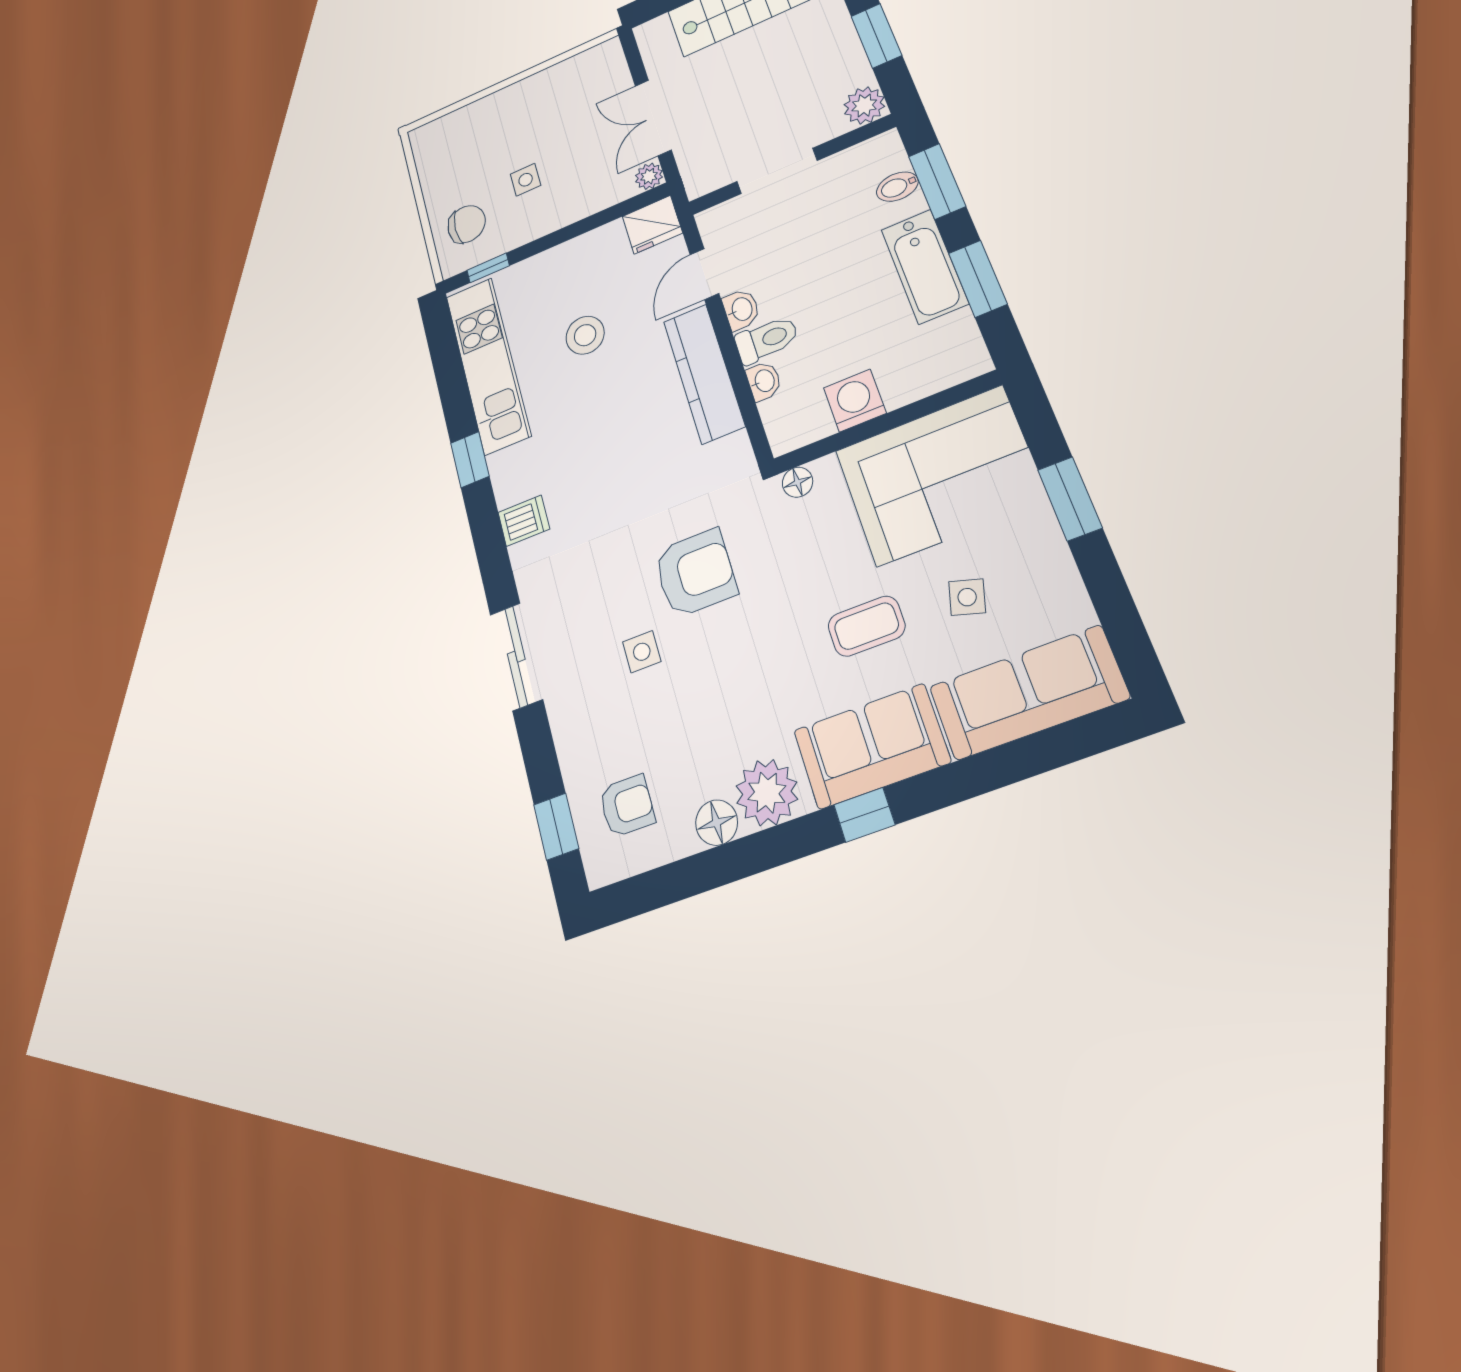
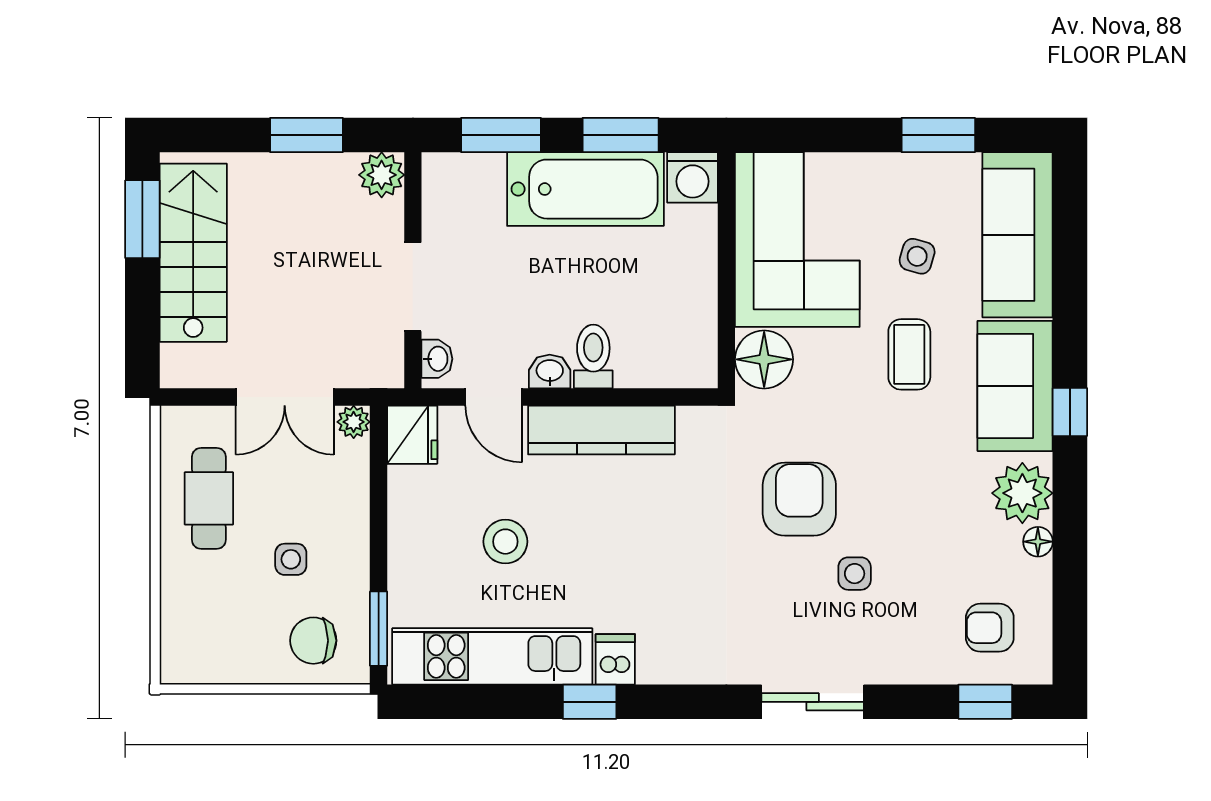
cafe table: (557, 101) -> (209, 498), added
bidet: (897, 187) -> (488, 175), removed
chair: (467, 224) -> (313, 641), turned -90
bathtub: (925, 266) -> (585, 189), width x1.36, depth x1.36
window: (488, 268) -> (379, 629), width x1.50
washbasin: (764, 381) -> (437, 359), moved, turned 90
washing machine: (855, 400) -> (693, 177), moved, turned -90
floor lamp: (798, 482) -> (764, 359), width x1.89, depth x1.89
window: (1070, 499) -> (938, 135), moved
dishwasher: (524, 521) -> (615, 659), moved
armchair: (627, 806) -> (990, 628), turned -90
floor lamp: (717, 823) -> (1038, 542), width x0.73, depth x0.73

